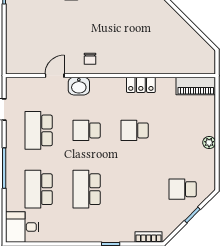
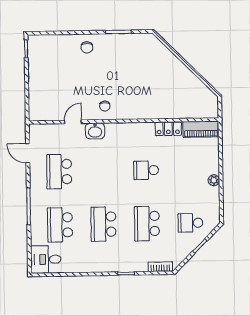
locker: (141, 85) -> (168, 129), moved
school desk: (87, 130) -> (147, 224), moved, width x1.85

